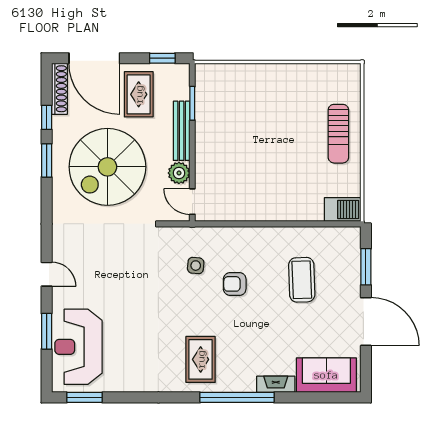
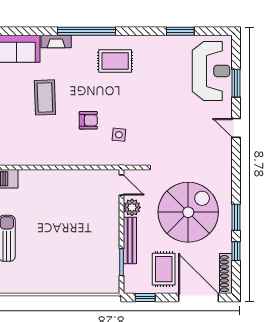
coffee table: (302, 280) -> (45, 97), moved
rug: (201, 359) -> (115, 61), turned 90
window: (85, 397) -> (180, 31), moved

